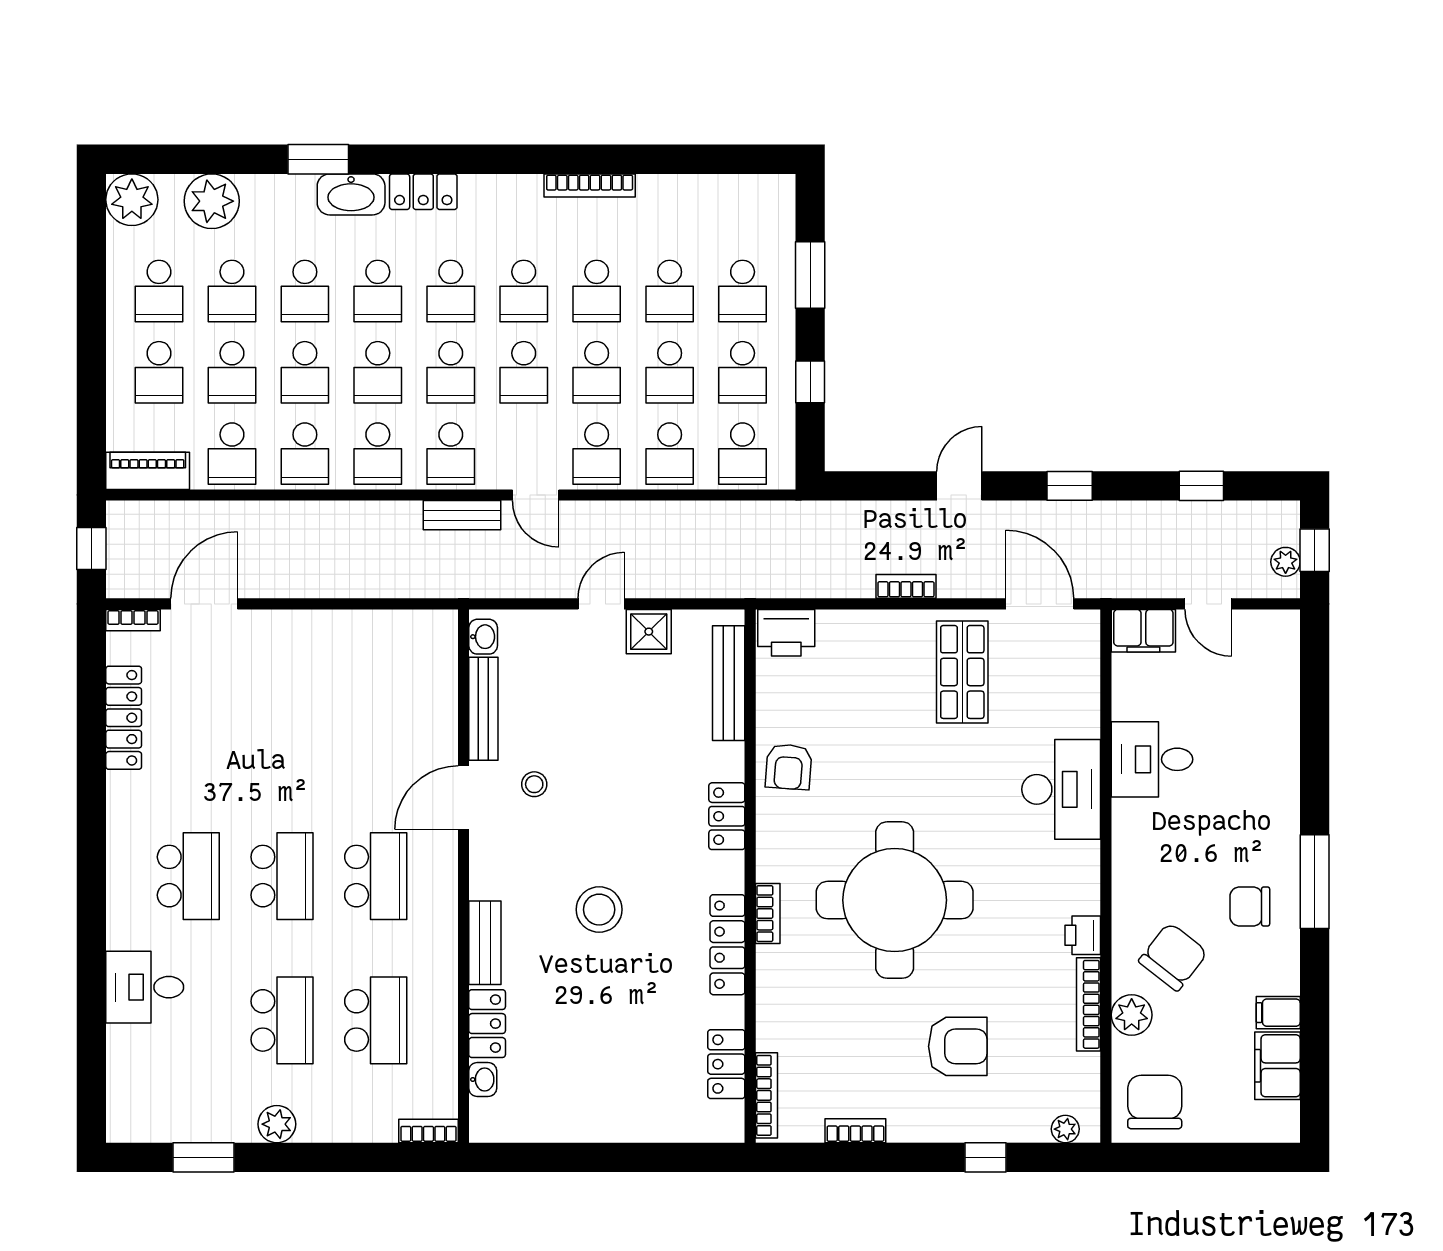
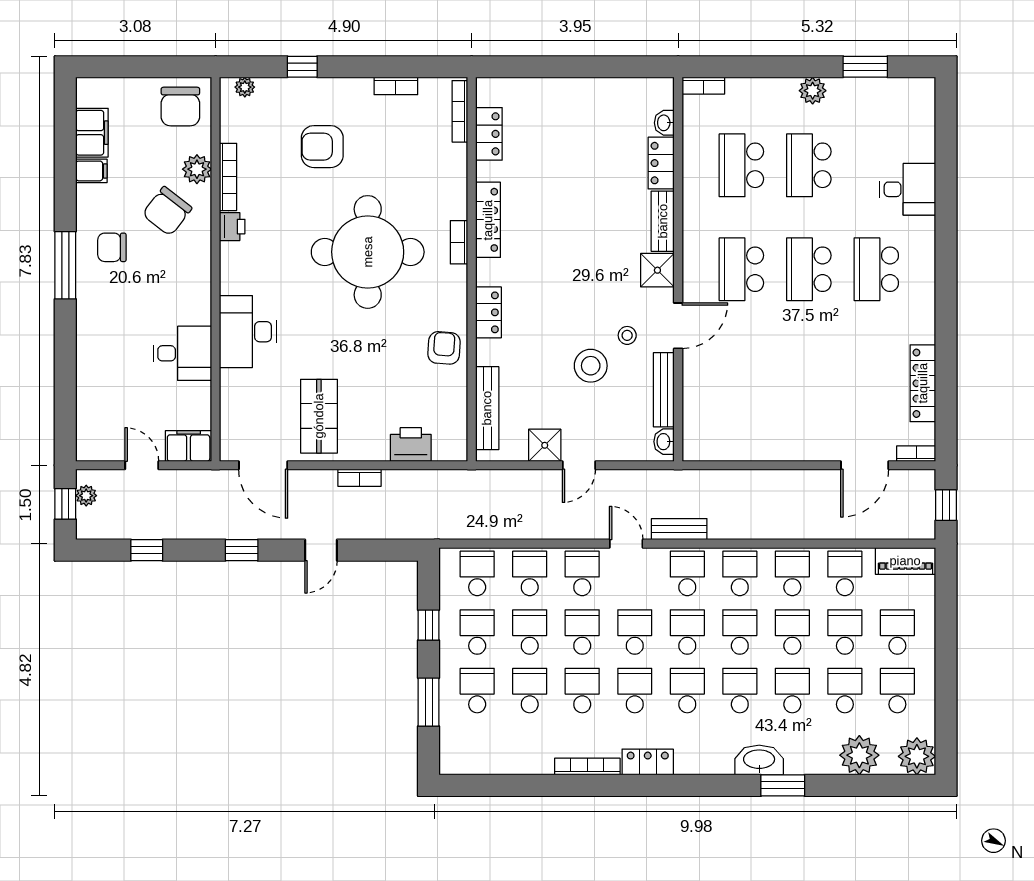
locker: (423, 192) -> (648, 762), moved
printer: (786, 633) -> (411, 445), moved
shower: (492, 875) -> (657, 270), added
chair: (1250, 906) -> (112, 247), turned 180
stool: (599, 910) -> (591, 366), moved

